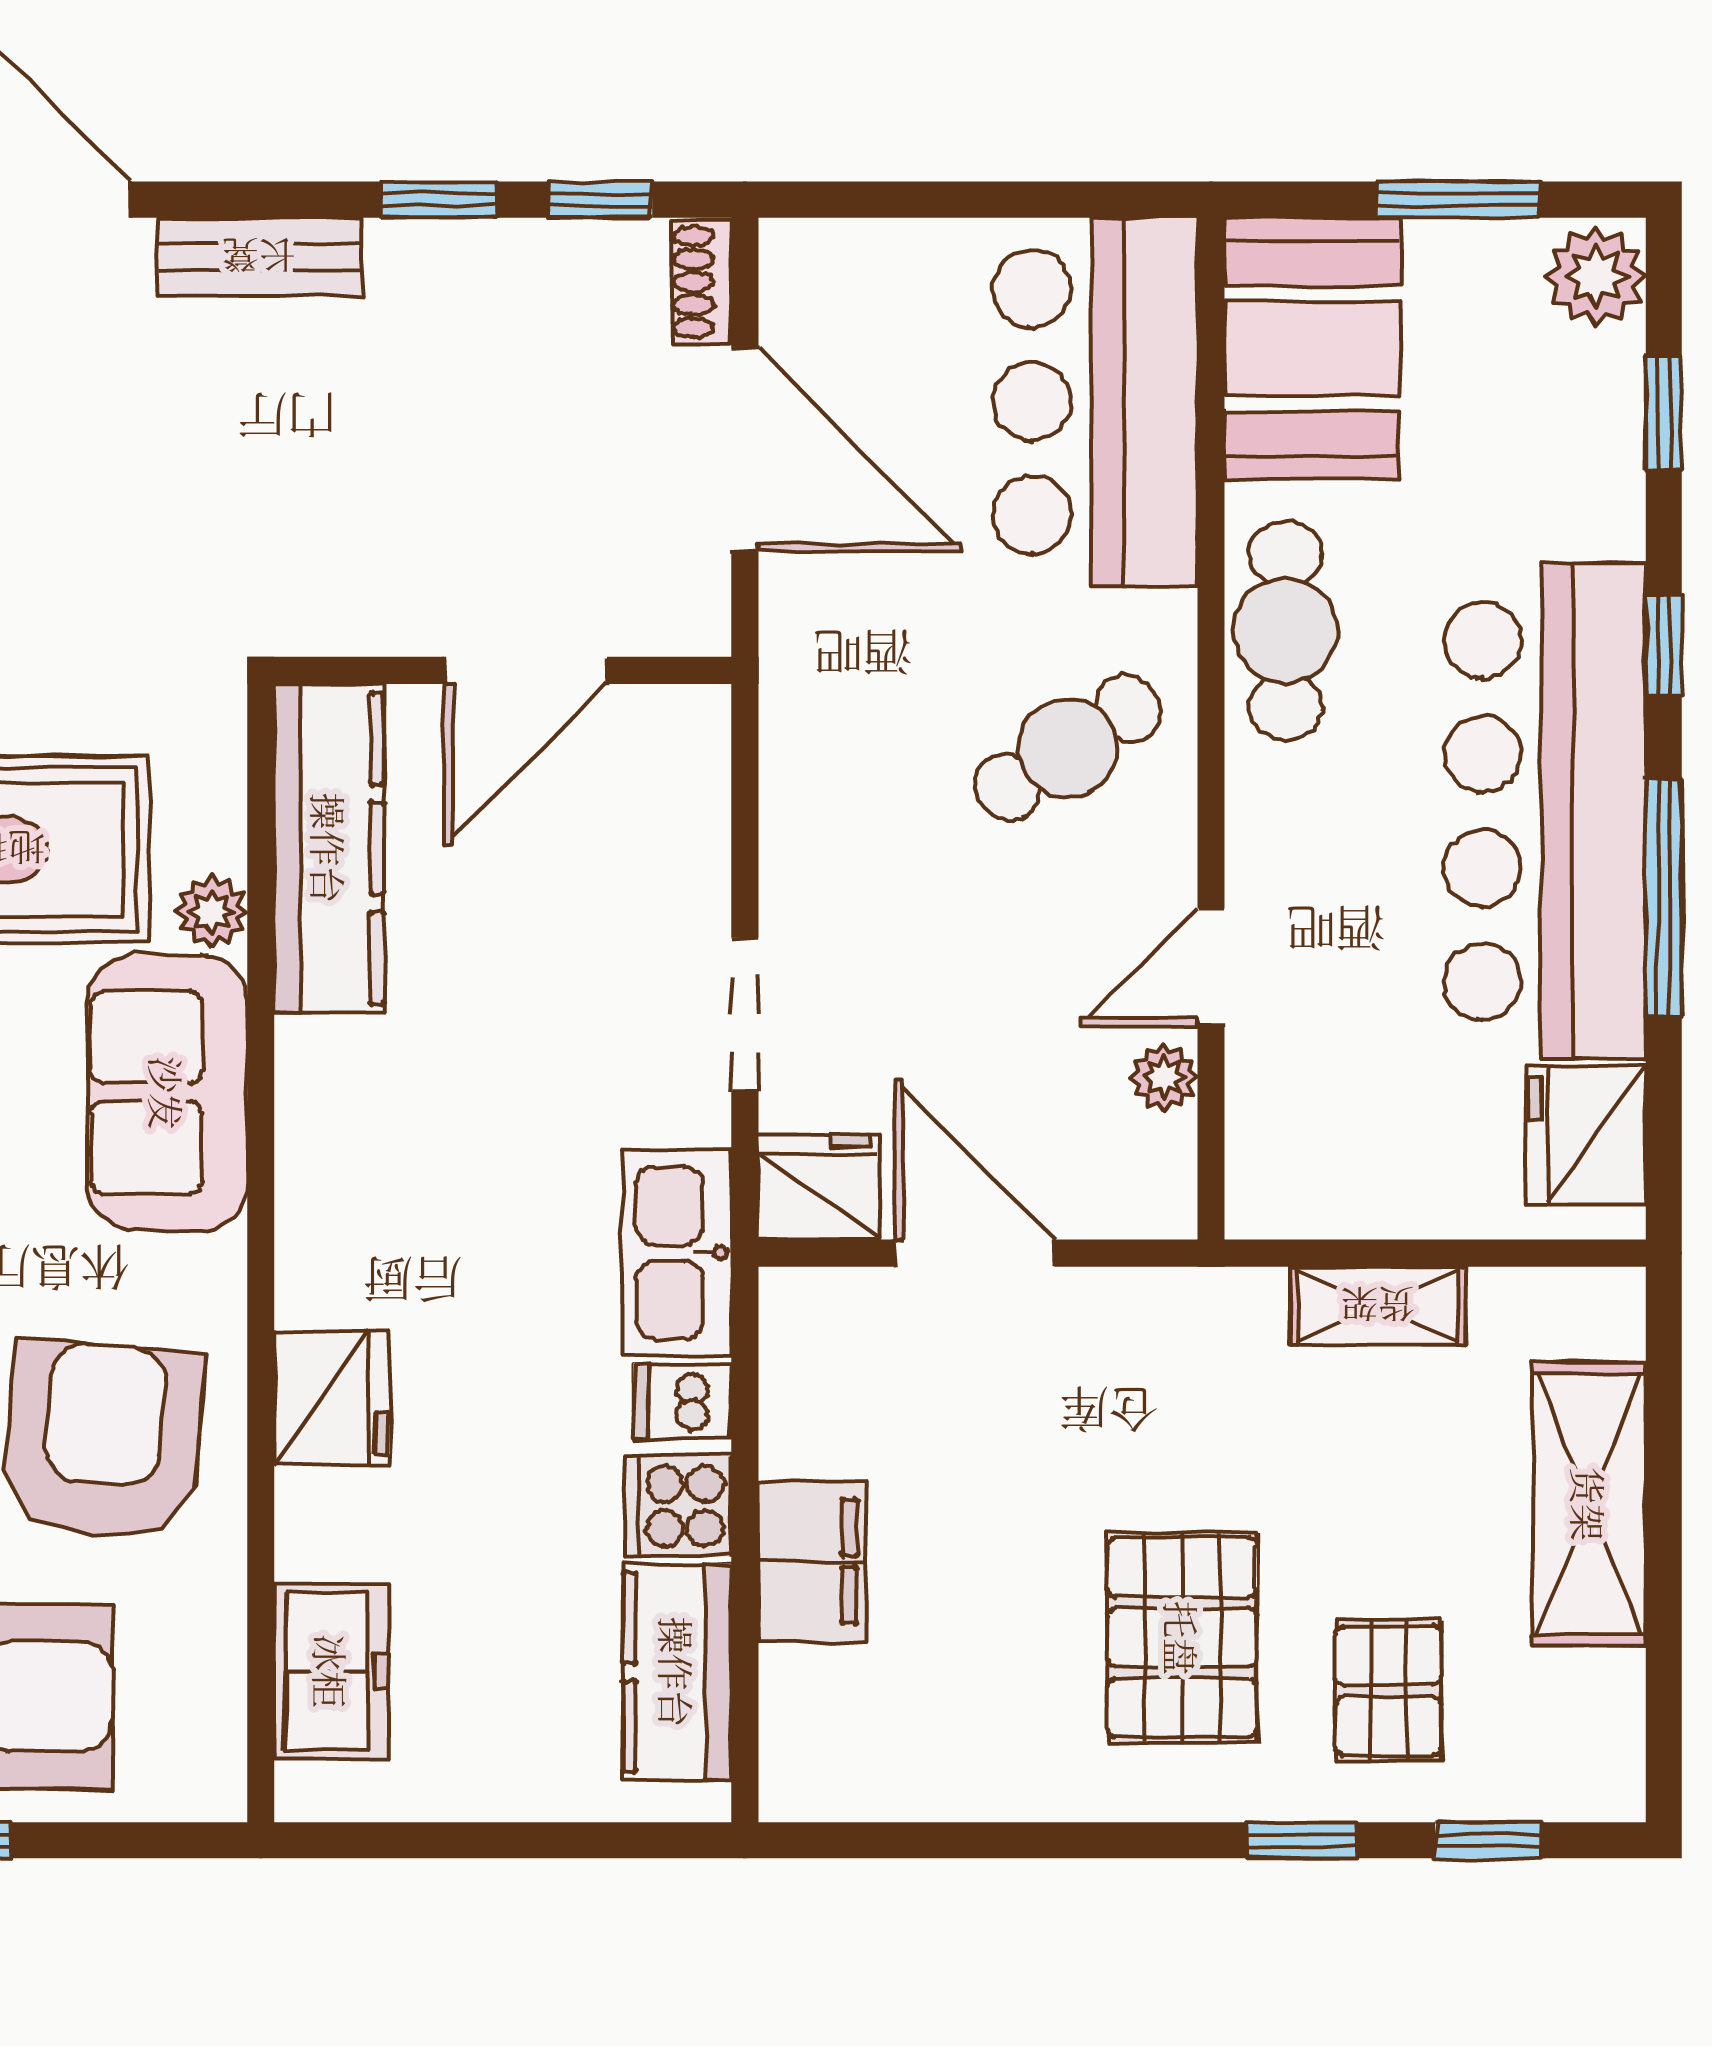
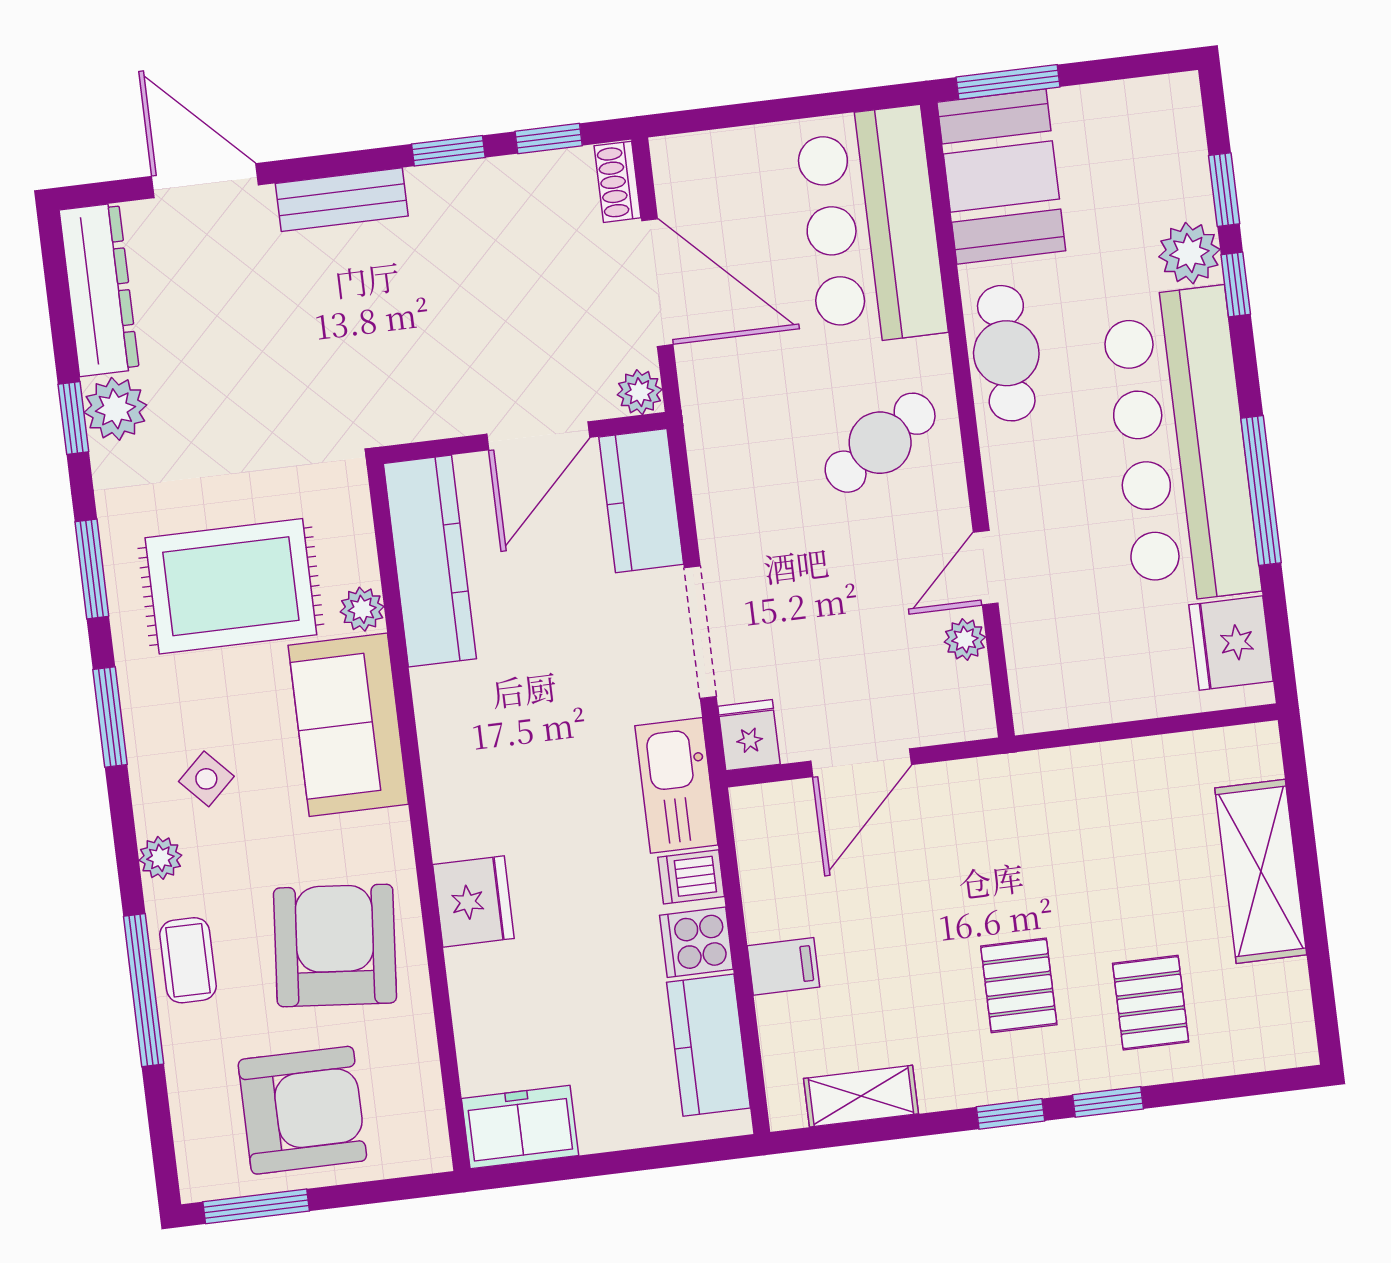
window: (1458, 200) -> (1008, 82), moved
plant: (1596, 276) -> (1189, 253), moved
plant: (695, 621) -> (640, 392), added
window: (1664, 645) -> (1236, 285), moved
kitchen counter: (677, 793) -> (641, 501), added
doorway: (745, 1014) -> (700, 632), width x1.38
fridge: (819, 1187) -> (749, 735), width x0.72
door: (975, 1253) -> (861, 763), swing flipped
shelving: (1378, 1306) -> (861, 1096), moved
filing cabinet: (812, 1562) -> (783, 966), width x0.50
pallet: (1182, 1638) -> (1019, 985), width x0.67, depth x0.71
freezer: (331, 1671) -> (520, 1127), moved, turned -90
window: (1488, 1840) -> (1011, 1114), moved

